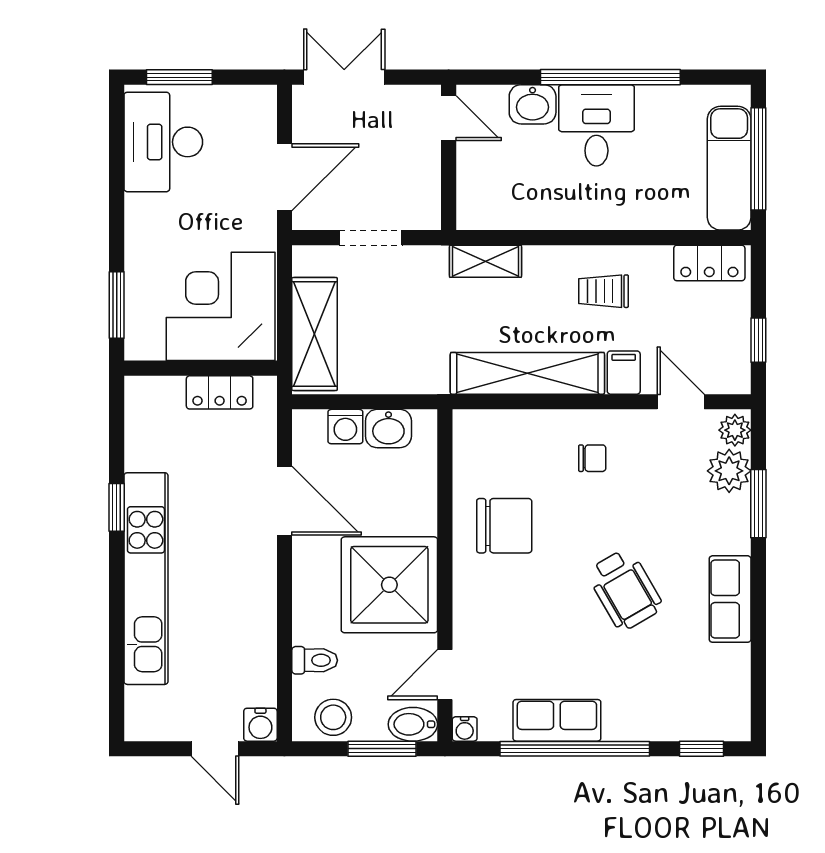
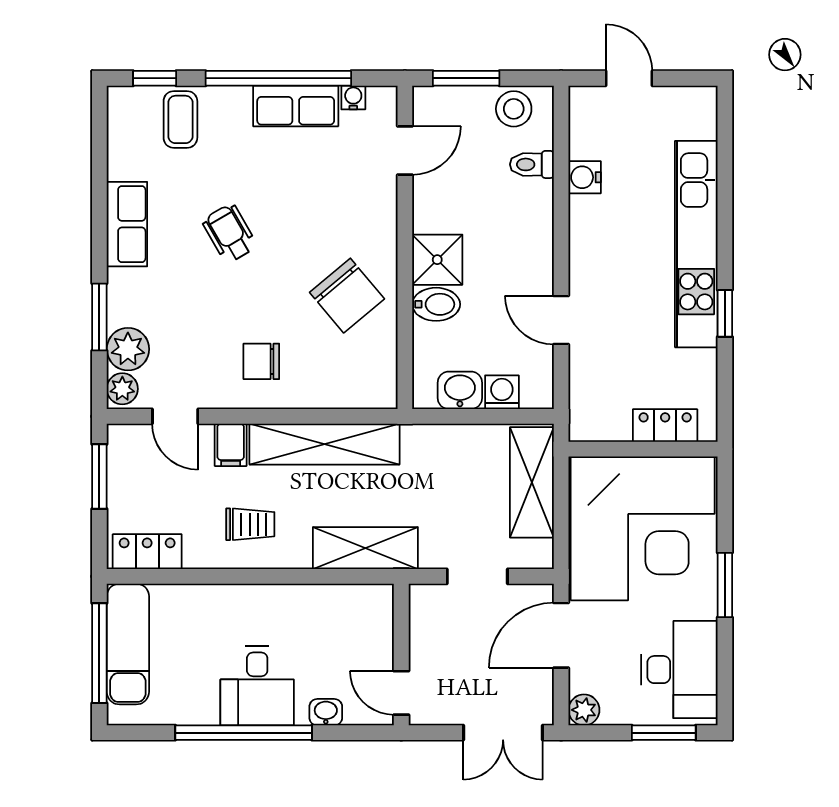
plant: (261, 101) -> (584, 710), added
washbasin: (533, 104) -> (326, 712), width x0.72, depth x0.69
shelving: (485, 261) -> (365, 548), width x1.50, depth x1.33
window: (117, 305) -> (725, 585), moved
corner desk: (221, 306) -> (643, 528), width x1.36, depth x1.36
window: (758, 340) -> (99, 476), width x1.50
locker: (220, 392) -> (665, 426), moved
chair: (592, 458) -> (261, 361), width x1.37, depth x1.37
door: (284, 501) -> (561, 320), width x0.73
chair: (504, 526) -> (347, 296), turned -130
shower: (389, 585) -> (437, 260), width x0.54, depth x0.54
wheelchair: (625, 590) -> (230, 233), width x0.73, depth x0.73
coffee table: (675, 706) -> (180, 119), added
bidet: (413, 724) -> (436, 304), moved
water cooler: (260, 725) -> (585, 177), moved, turned -90
water cooler: (465, 729) -> (353, 97), moved

